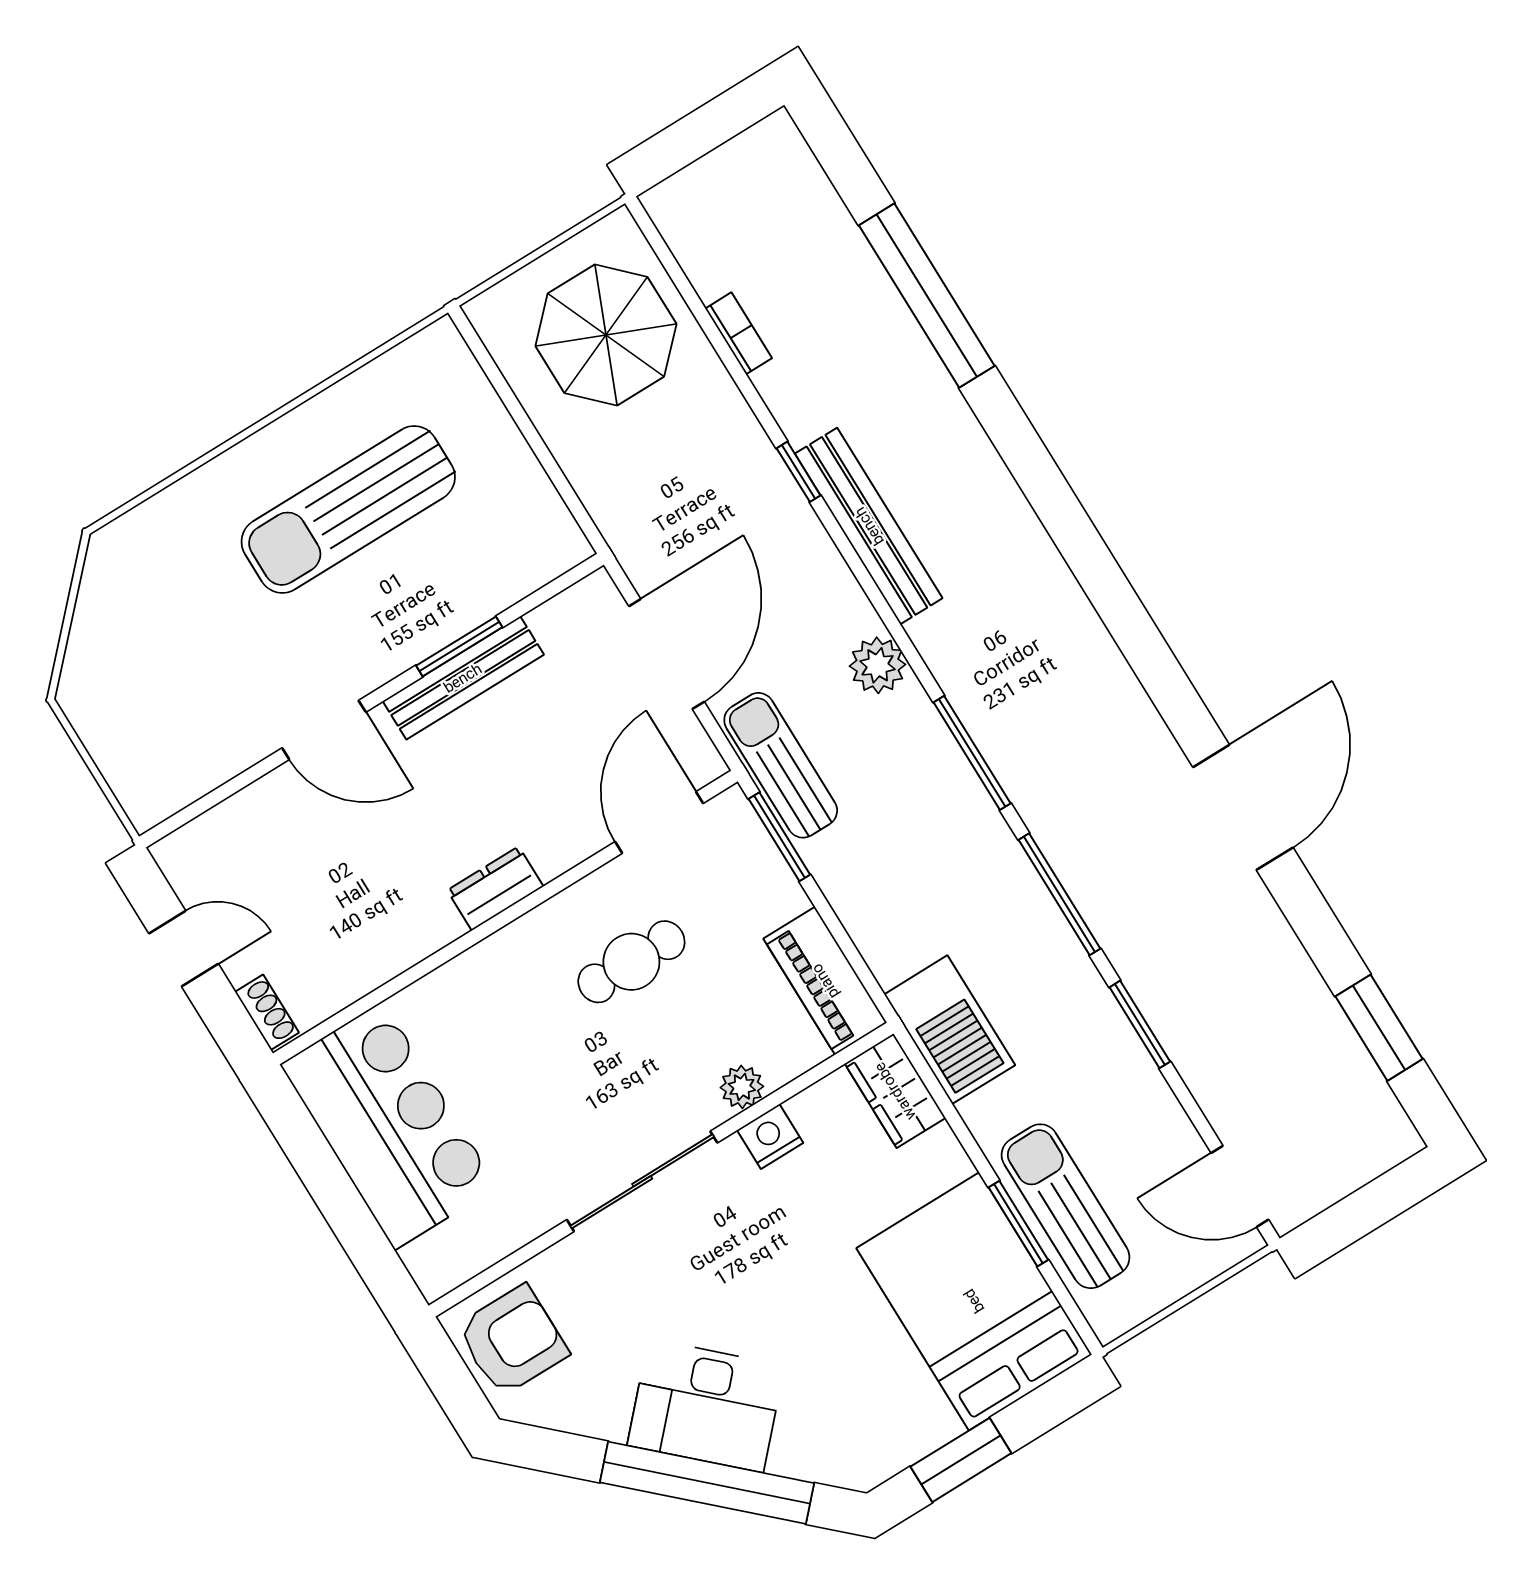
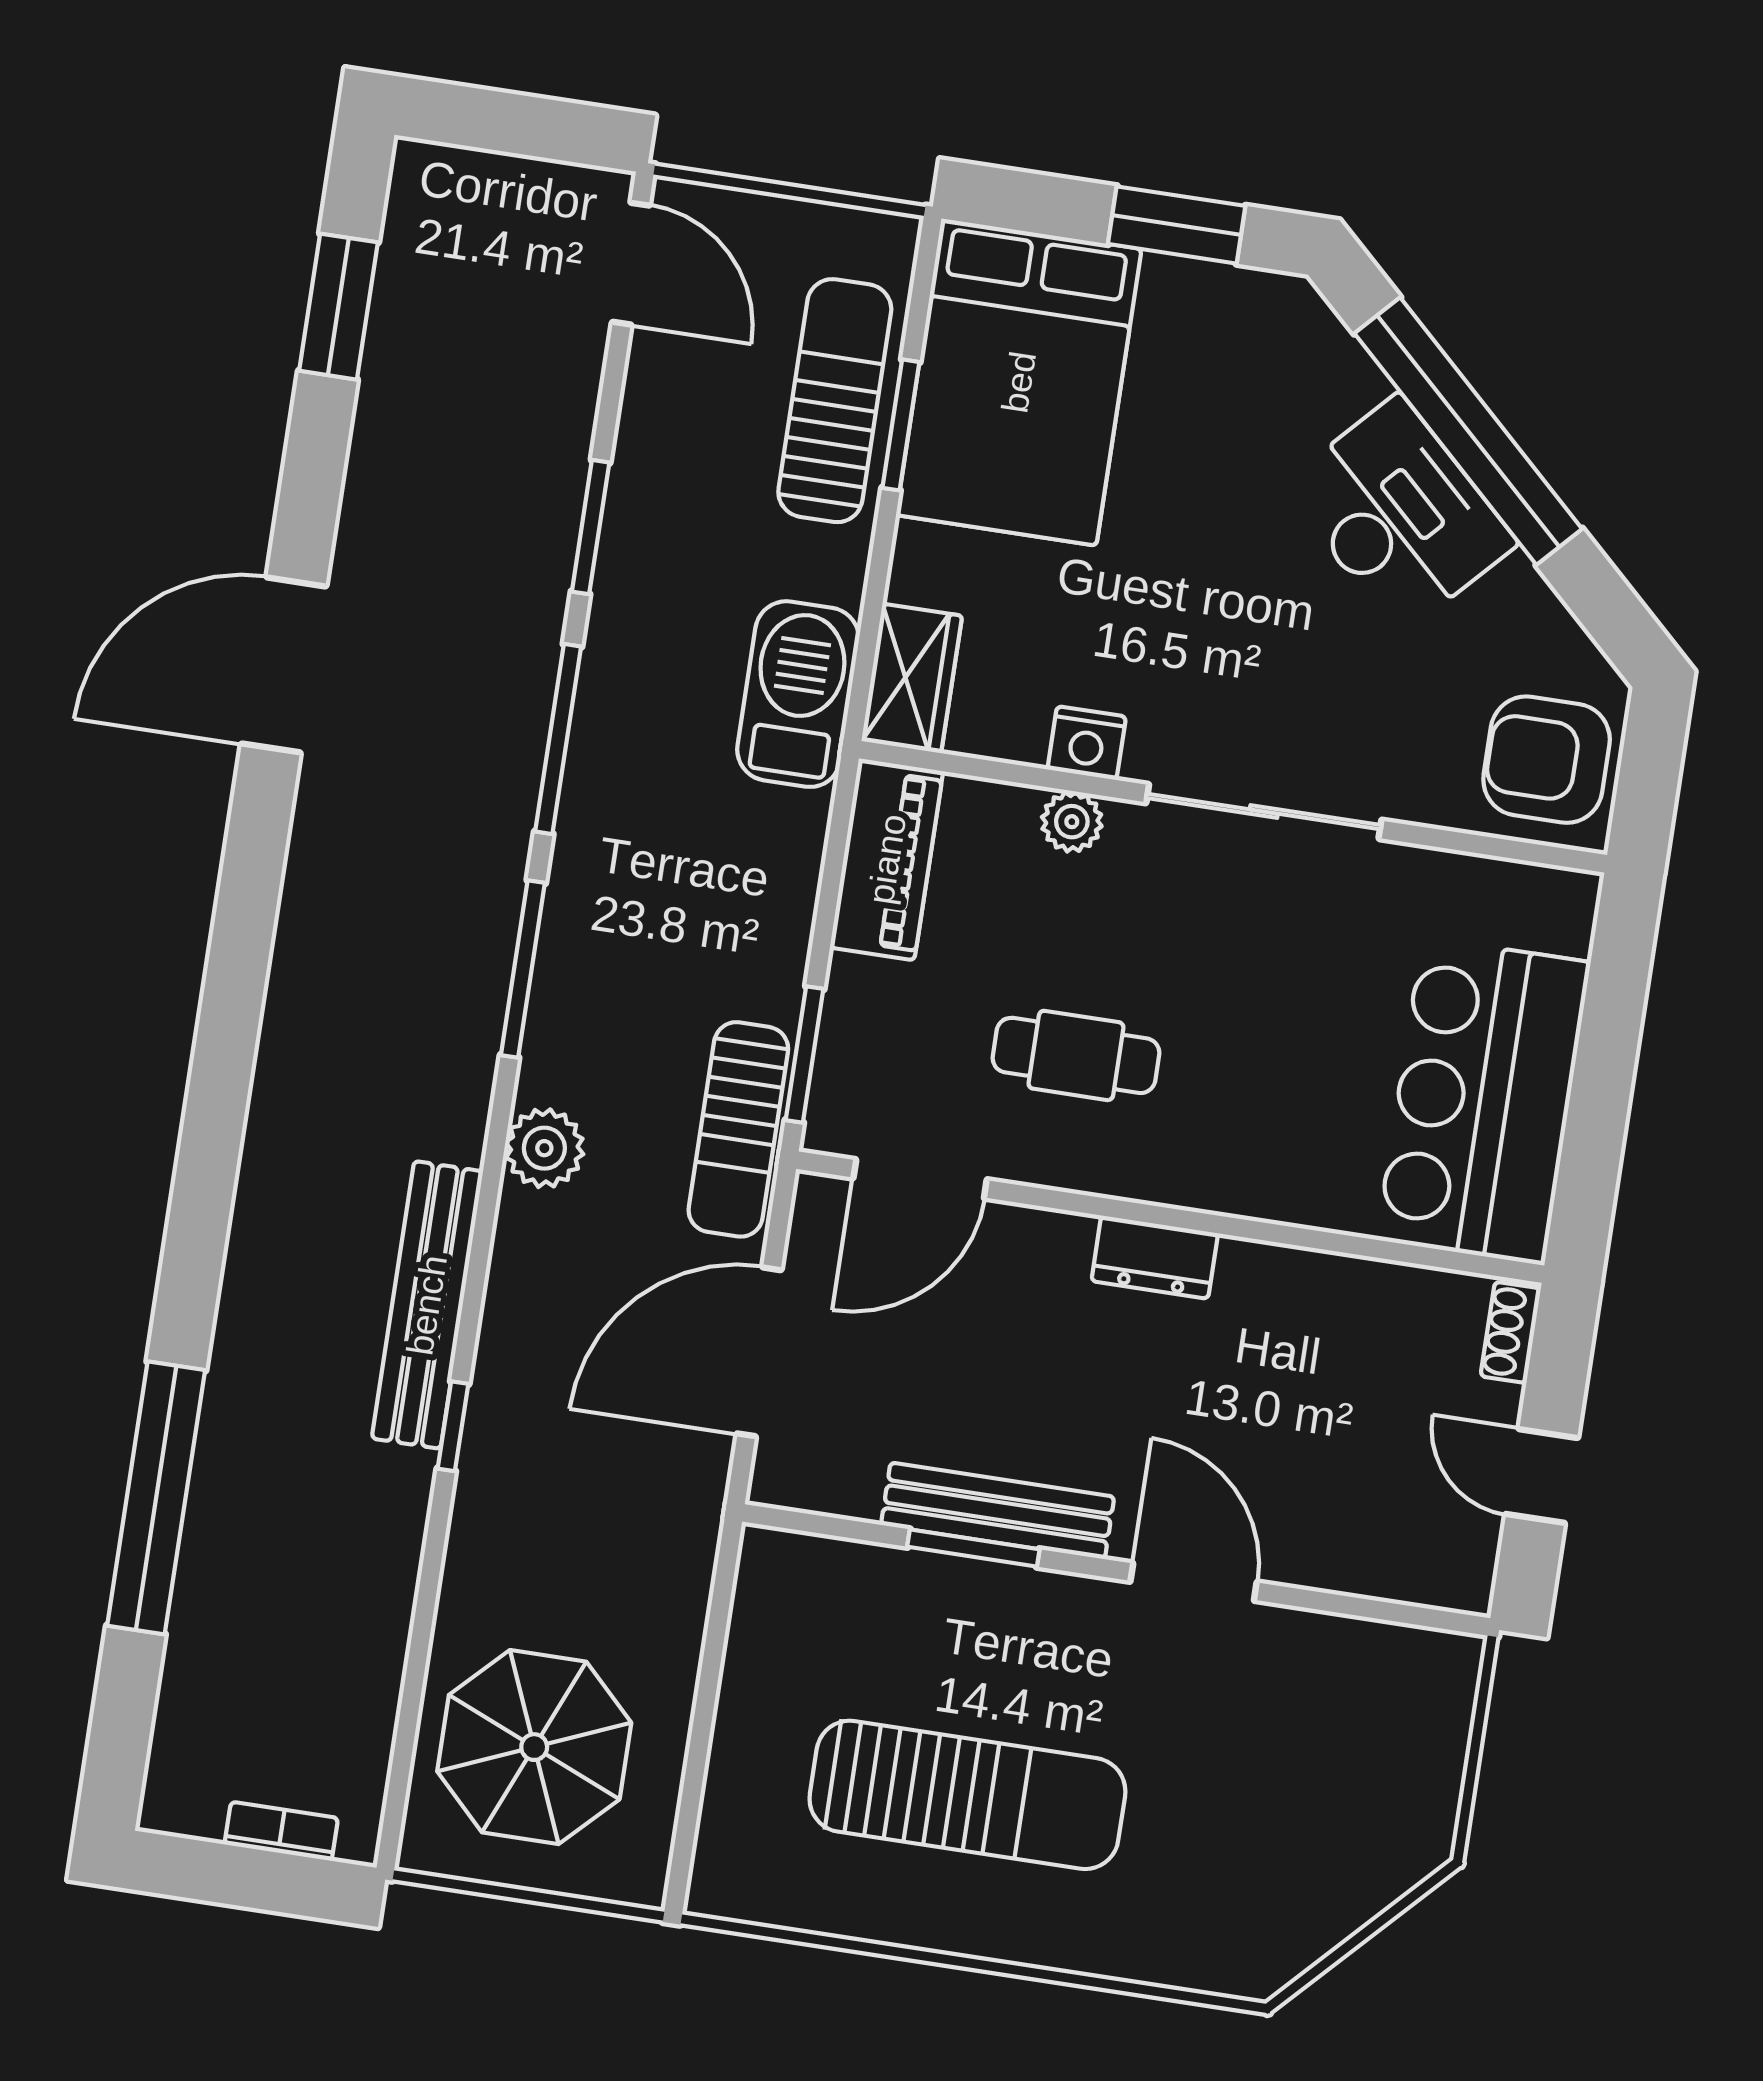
bookcase: (739, 333) -> (281, 1831), moved, turned 90
sun lounger: (1066, 1206) -> (835, 401), turned 180

